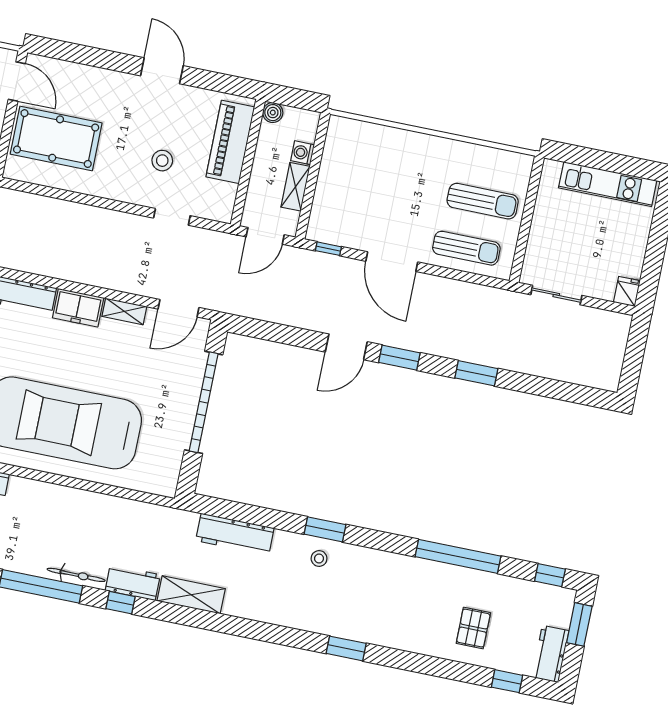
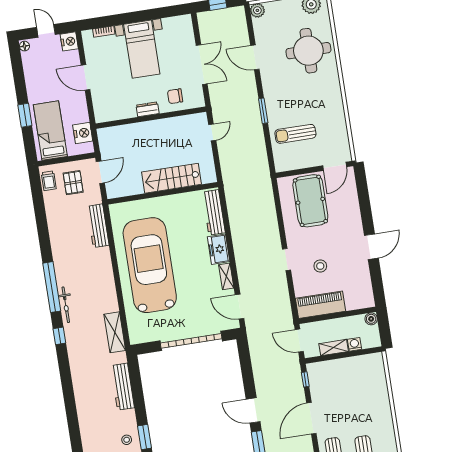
piano: (230, 142) -> (320, 305), moved
doorway: (172, 217) -> (286, 259), moved
workbench: (133, 583) -> (73, 339), removed
shelving: (191, 595) -> (115, 332), moved

